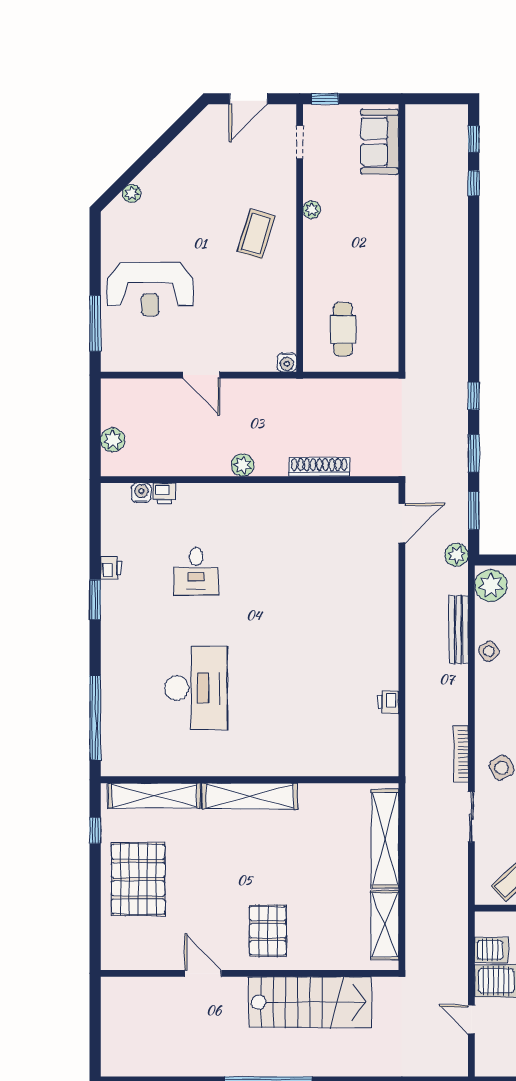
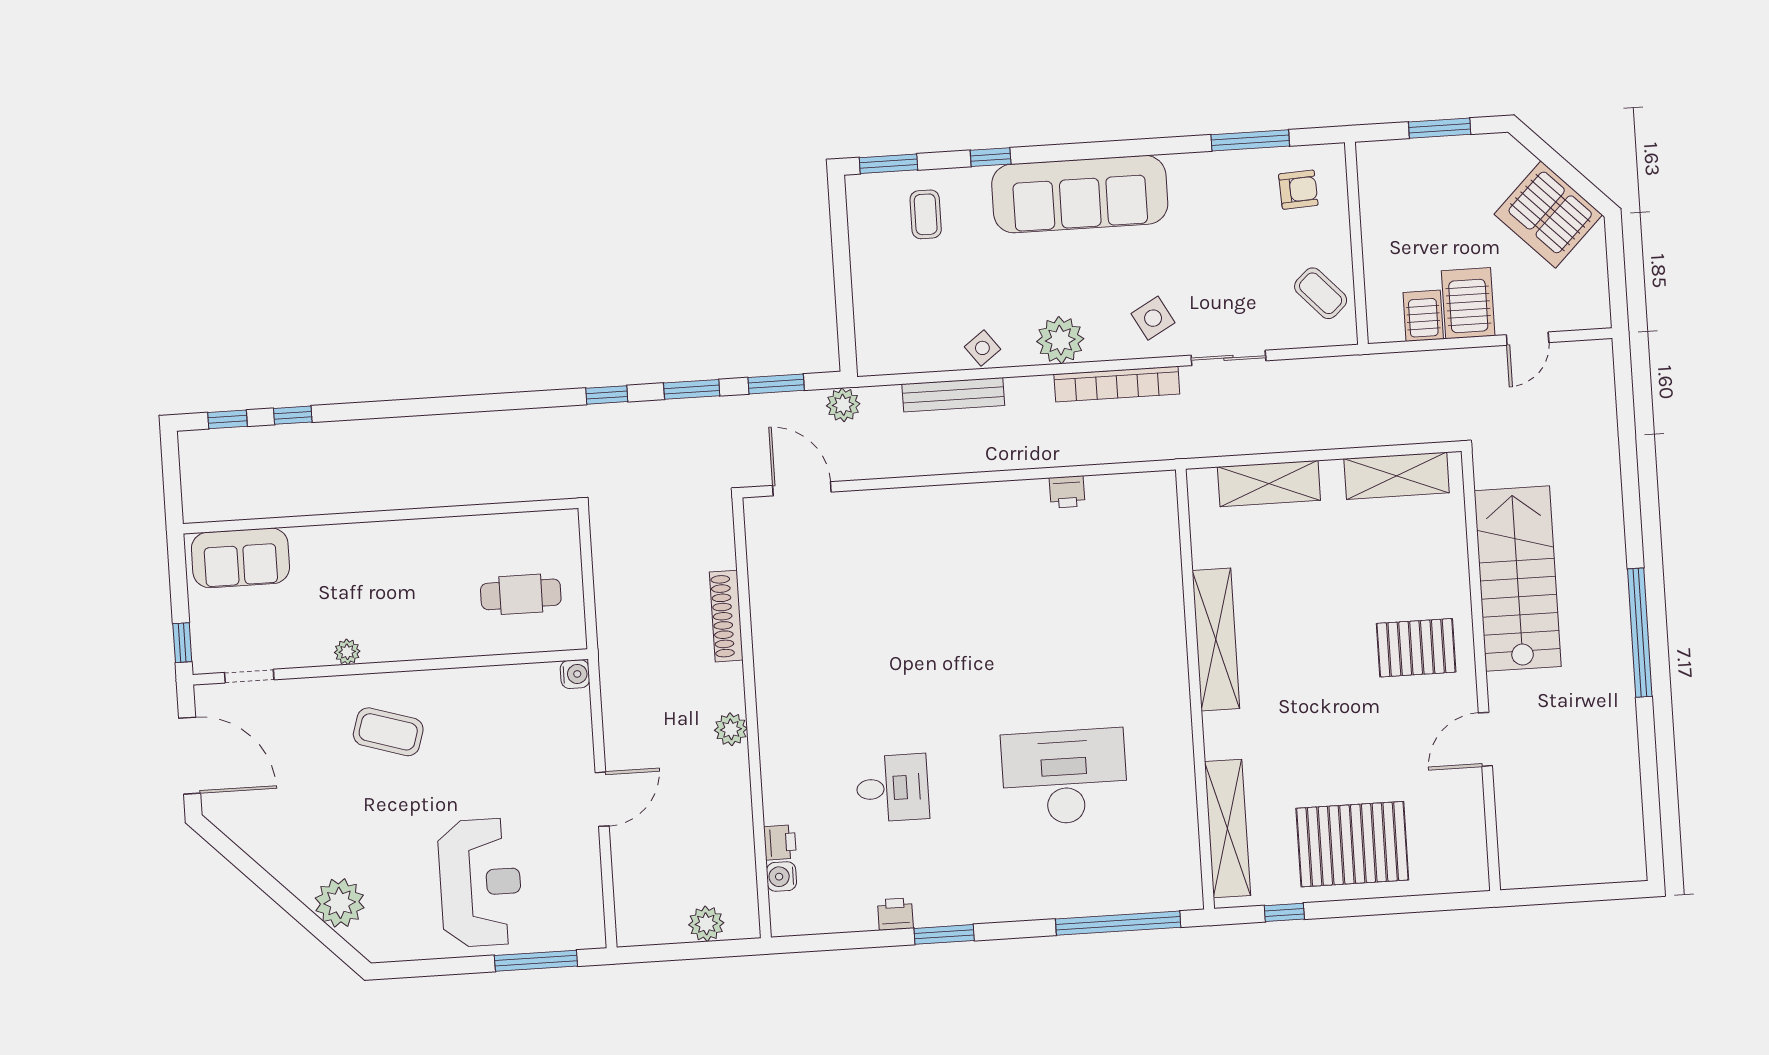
door: (249, 99) -> (190, 756), width x1.36
plant: (132, 194) -> (340, 903), width x1.87, depth x1.87
plant: (491, 586) -> (1060, 340), moved
bookcase: (461, 754) -> (1117, 384), width x1.48, depth x1.31
shelving: (250, 796) -> (1216, 639), moved
shelving: (385, 839) -> (1269, 484), width x0.68

